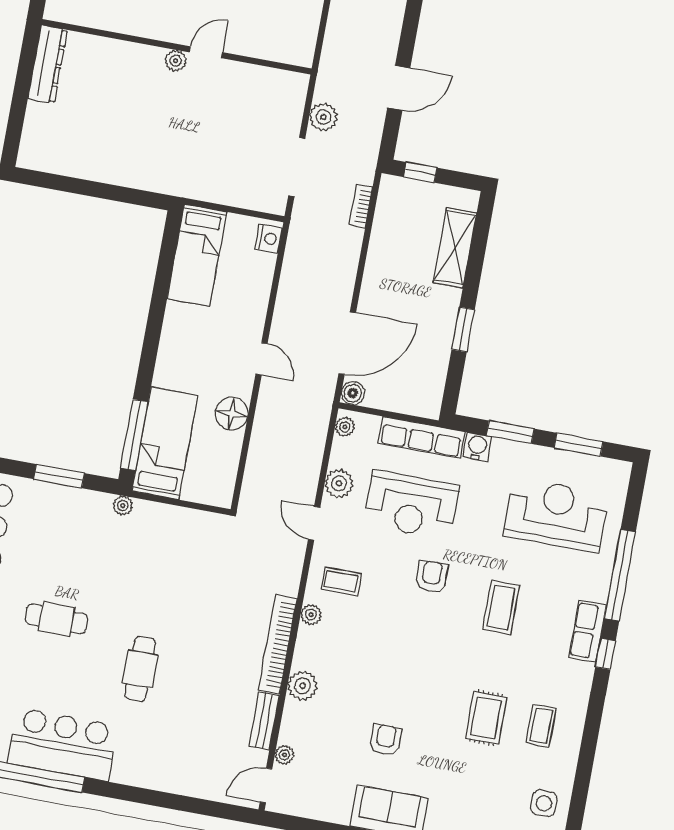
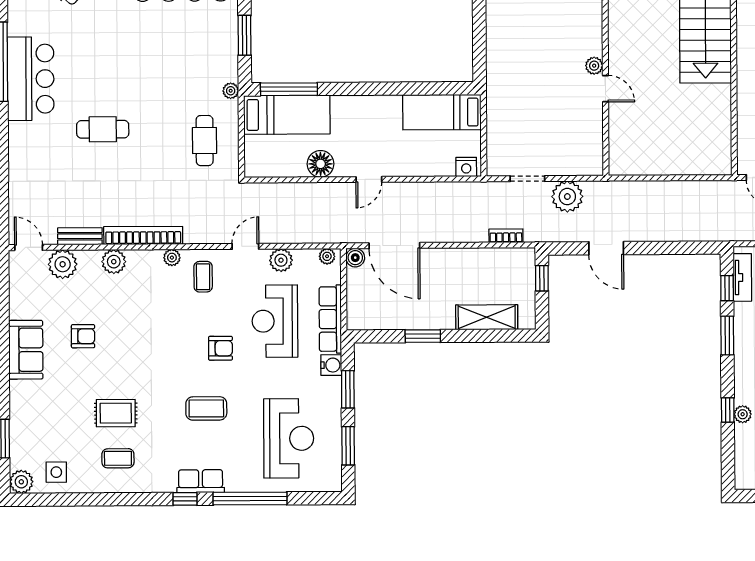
plant: (323, 117) -> (567, 197), width x1.36, depth x1.36
doorway: (297, 167) -> (527, 179), width x0.73
cafe table: (56, 619) -> (205, 141), moved
plant: (284, 755) -> (63, 264), width x1.88, depth x1.88

